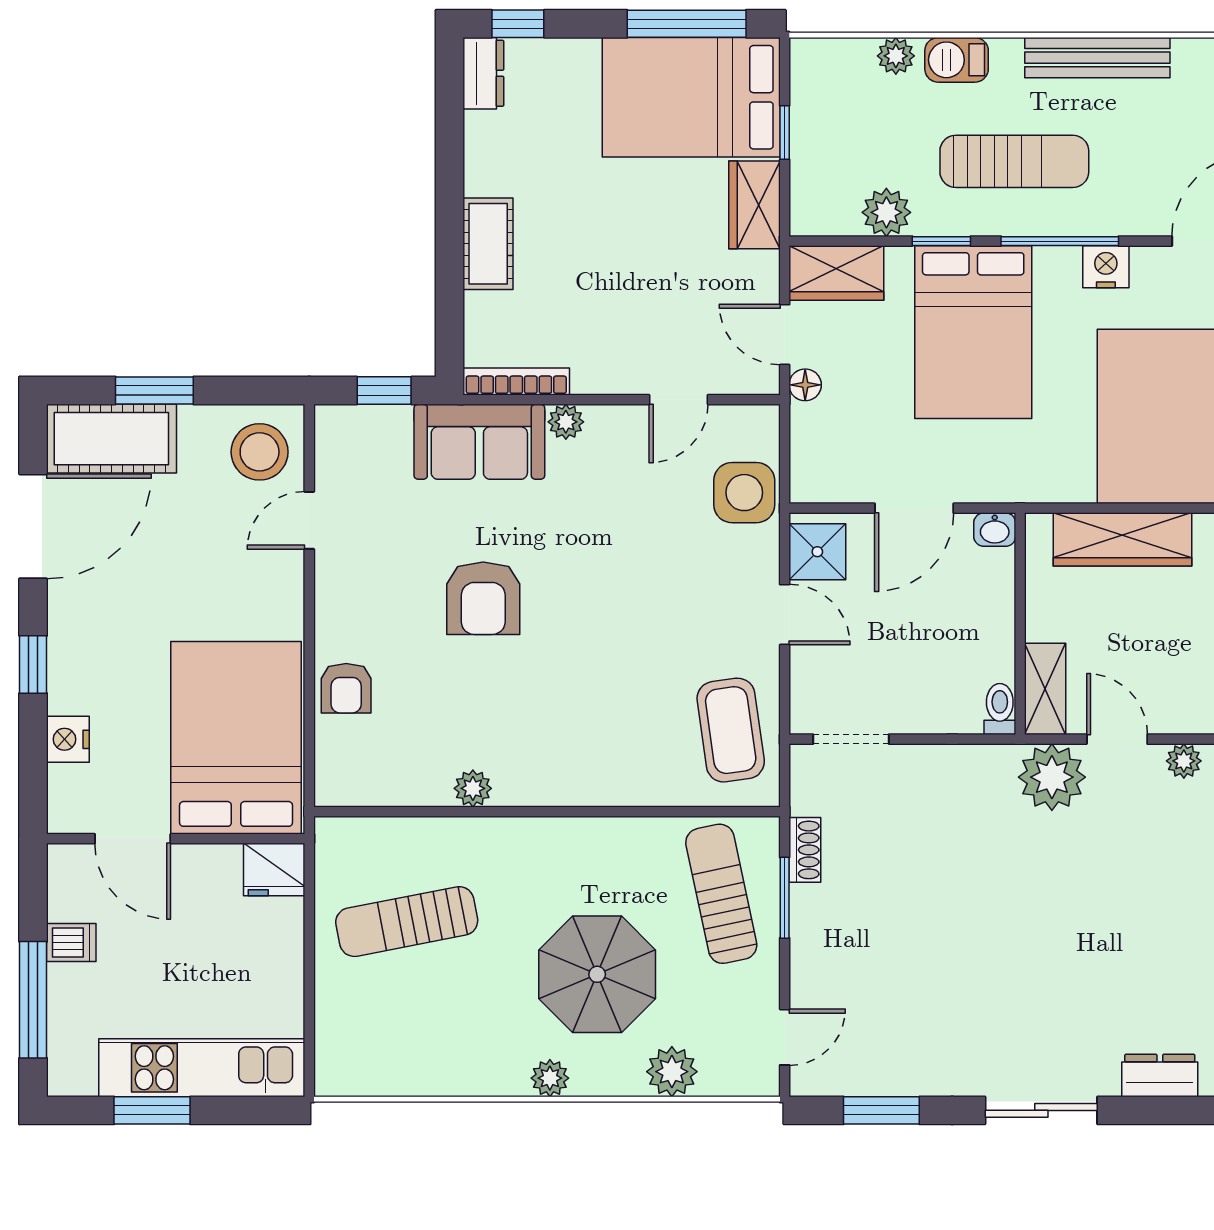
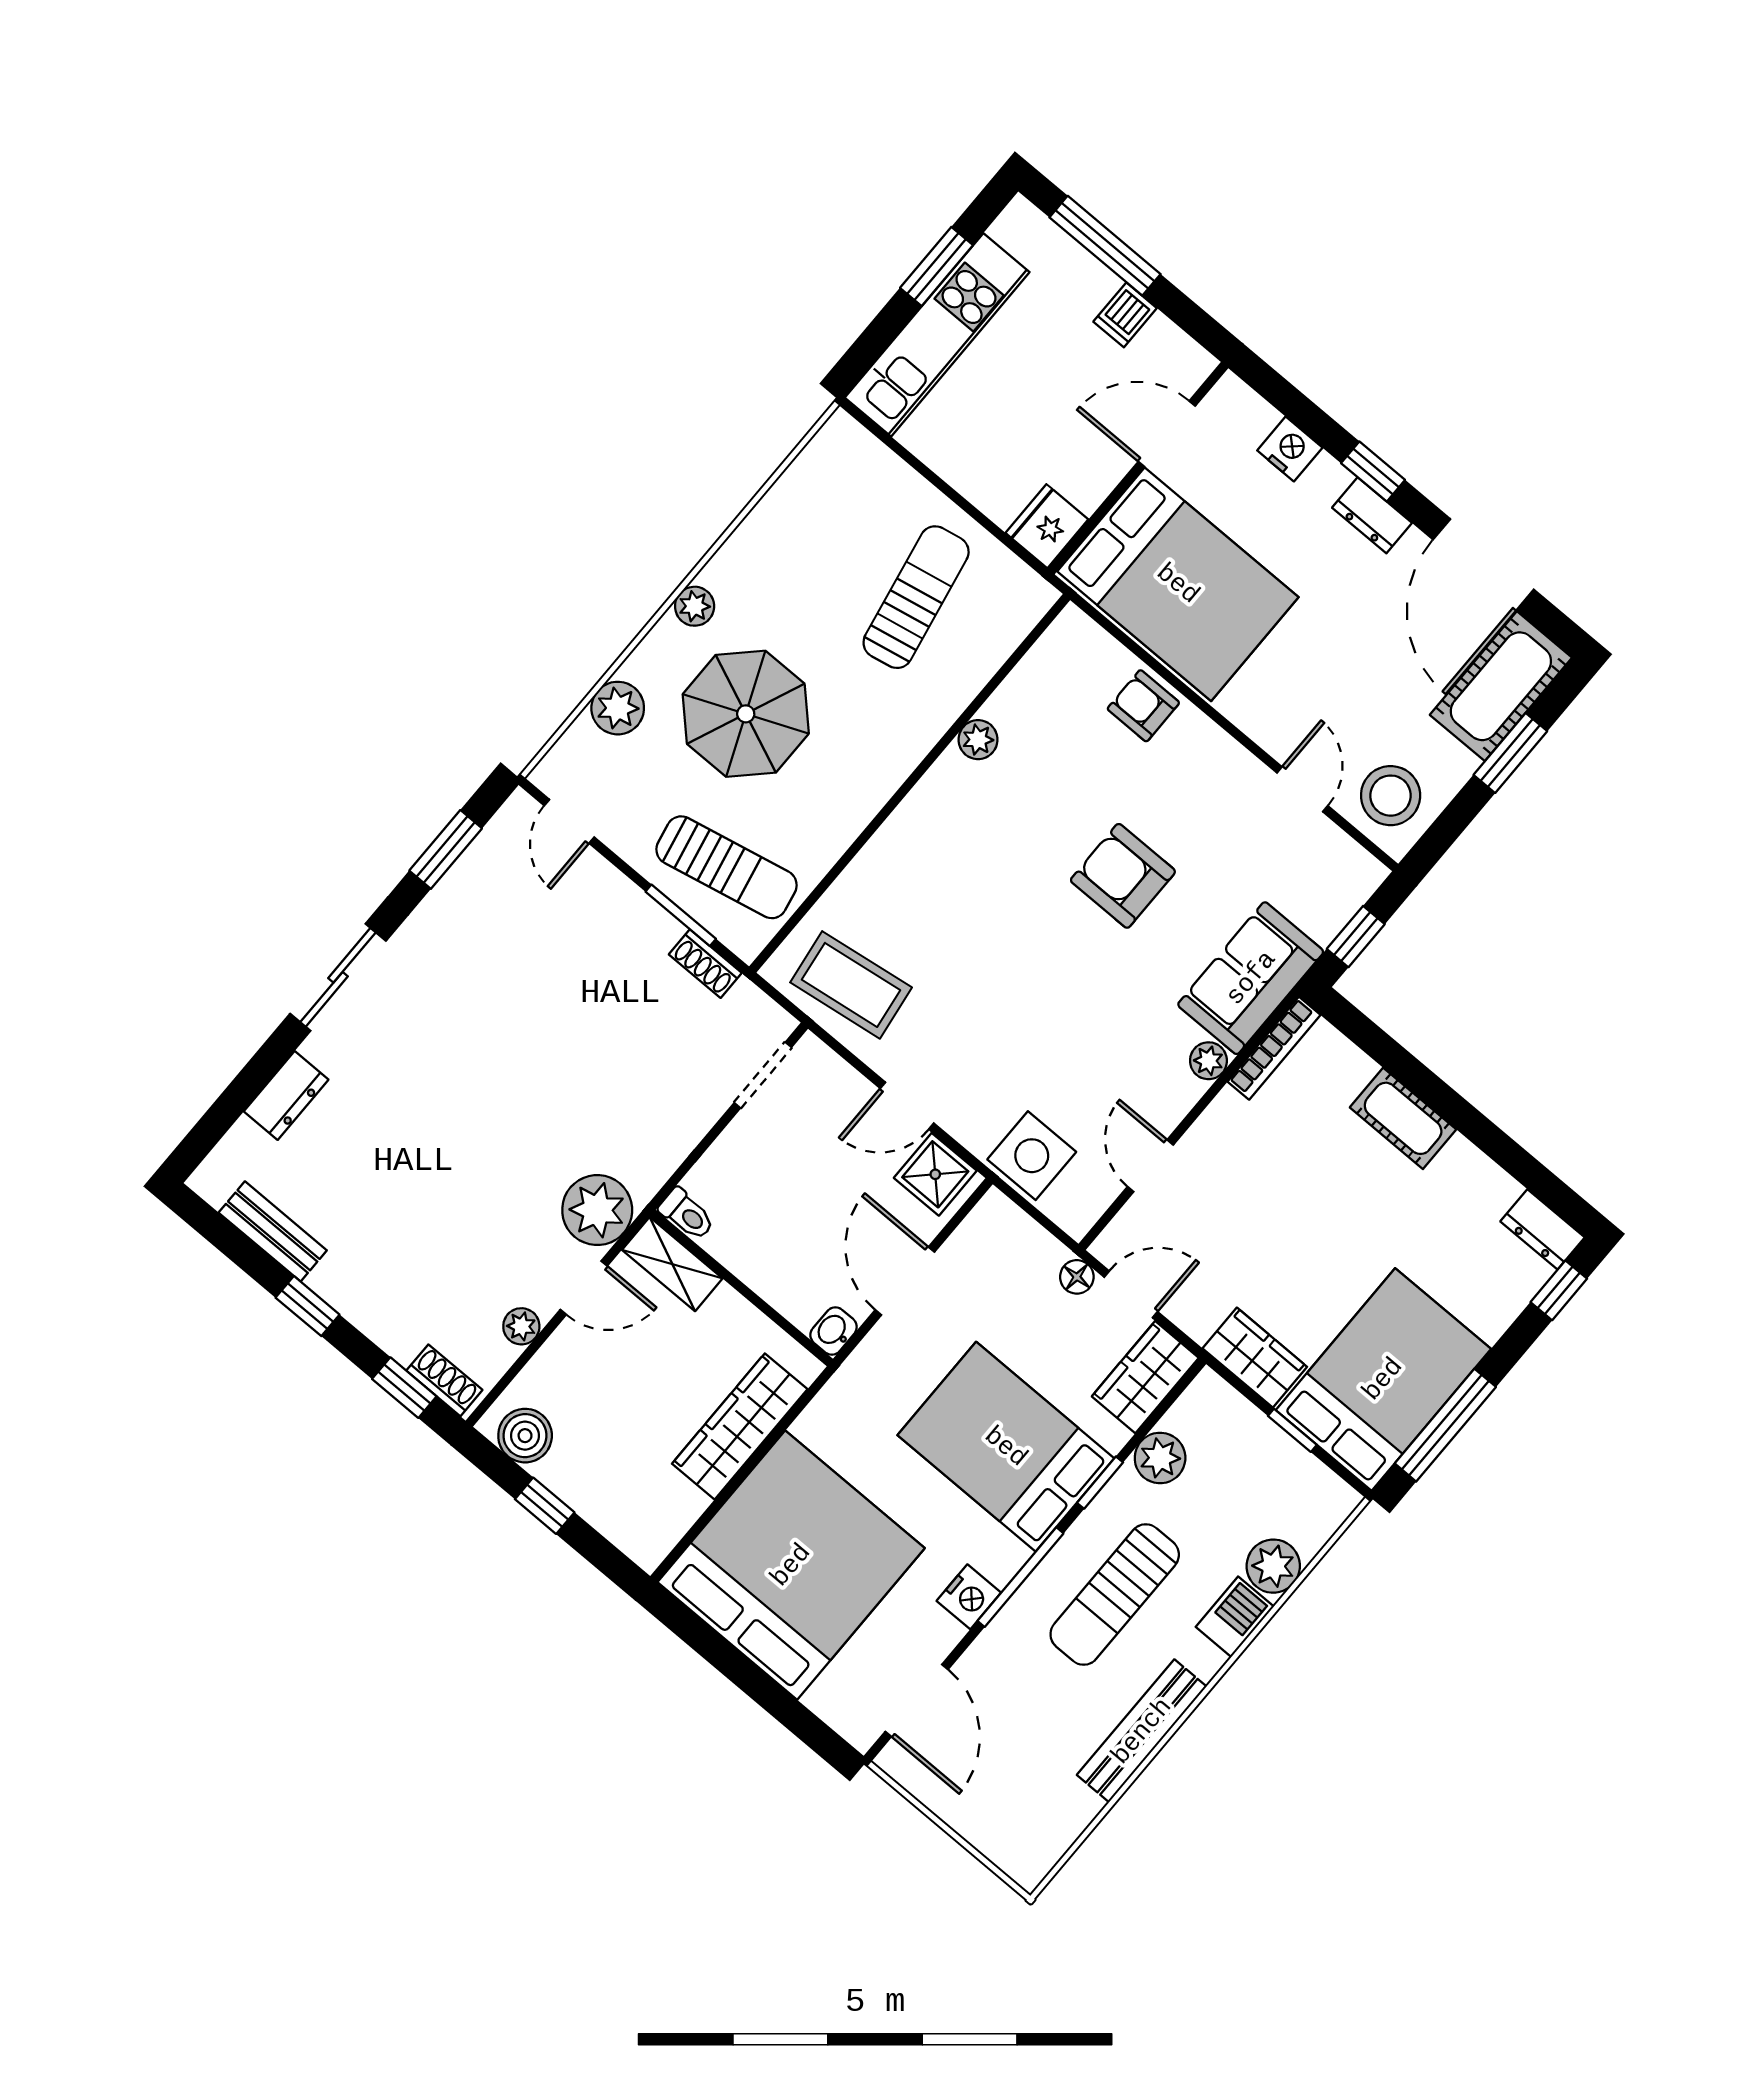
plant: (896, 56) -> (1273, 1566), width x1.38, depth x1.38
dresser: (66, 638) -> (1372, 515), added

